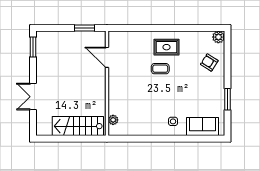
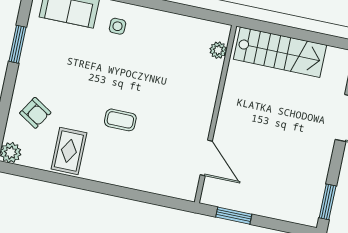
rug: (167, 47) -> (69, 151), moved, turned 90

